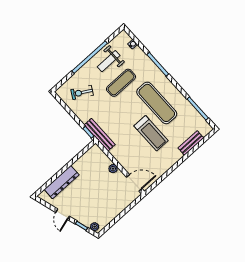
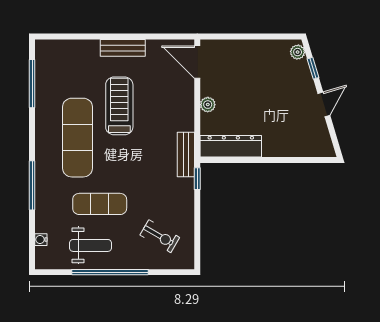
bench: (100, 135) -> (186, 154), width x0.73
bench: (191, 143) -> (123, 48), moved
dresser: (62, 182) -> (231, 146), moved

